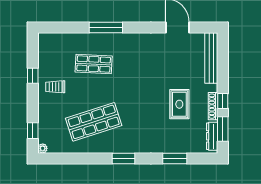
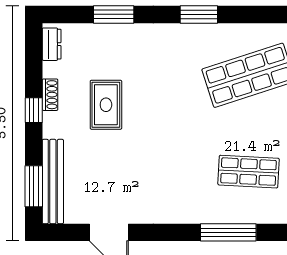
shoe rack: (213, 106) -> (50, 95), width x0.70
window: (223, 129) -> (34, 186), moved
dresser: (212, 136) -> (52, 44), width x0.70

